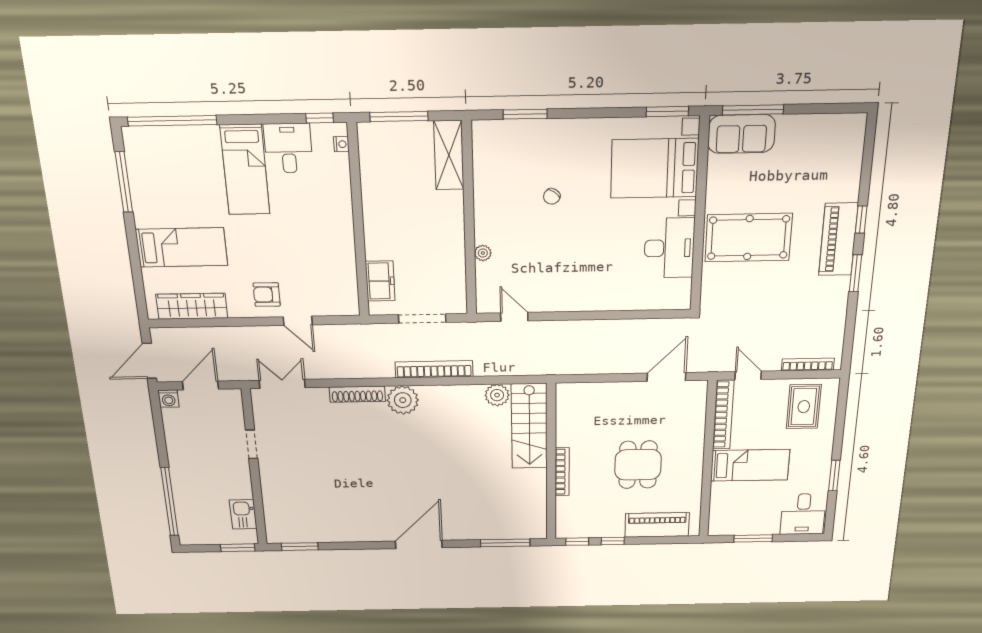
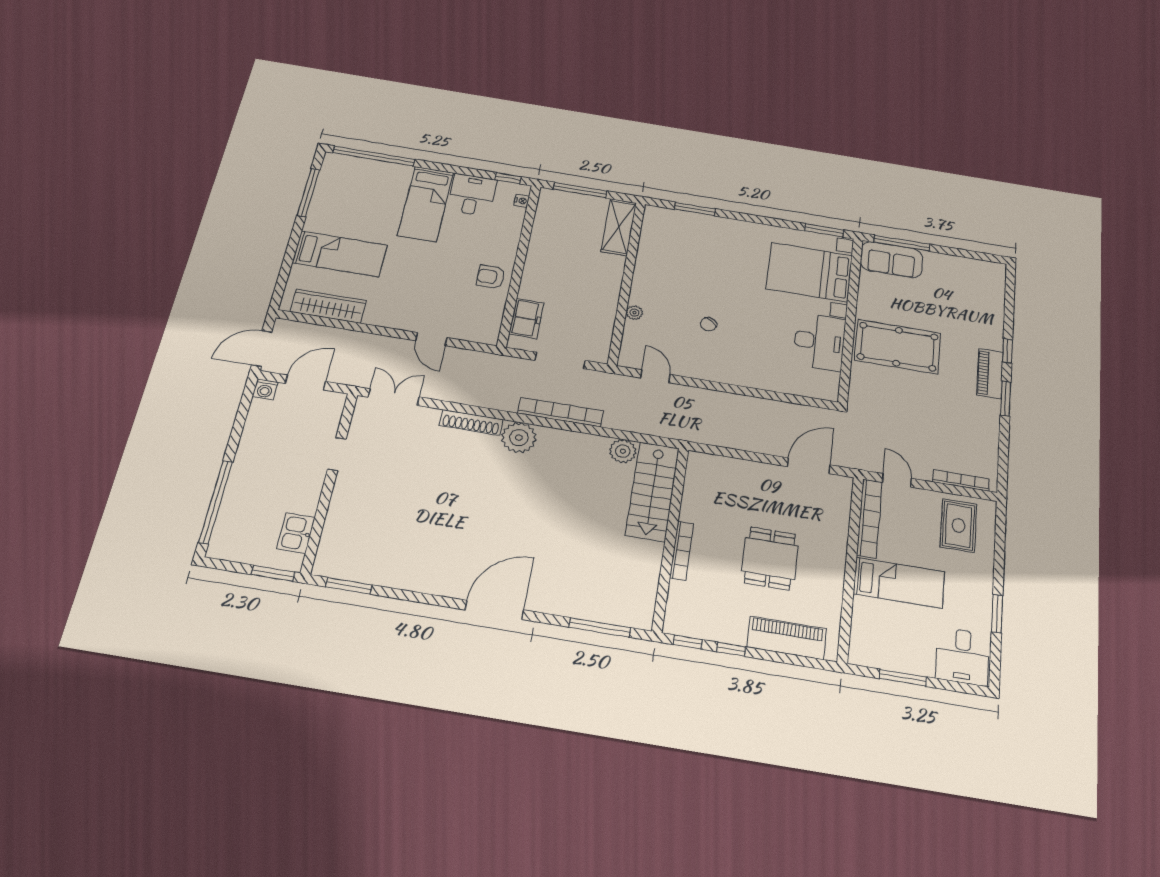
chair: (552, 196) -> (709, 324), moved
piano: (838, 239) -> (990, 374), width x0.73, depth x0.75
armchair: (267, 295) -> (491, 277), moved

